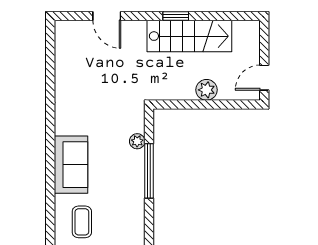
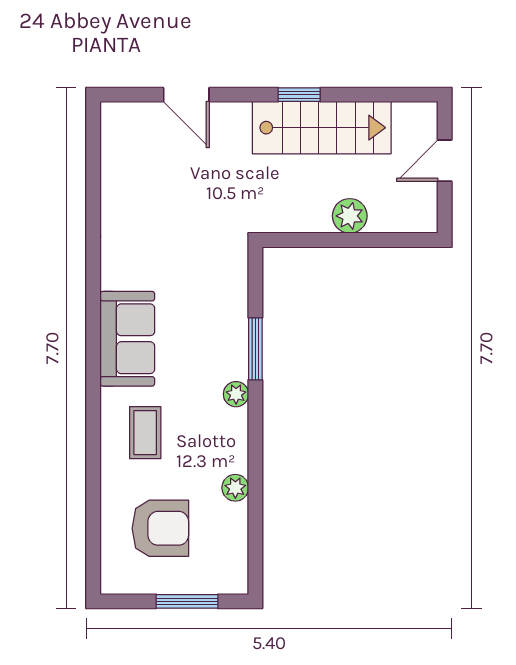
door: (264, 78) -> (445, 161), moved
plant: (137, 141) -> (236, 394), moved
window: (149, 171) -> (255, 349), width x0.69

